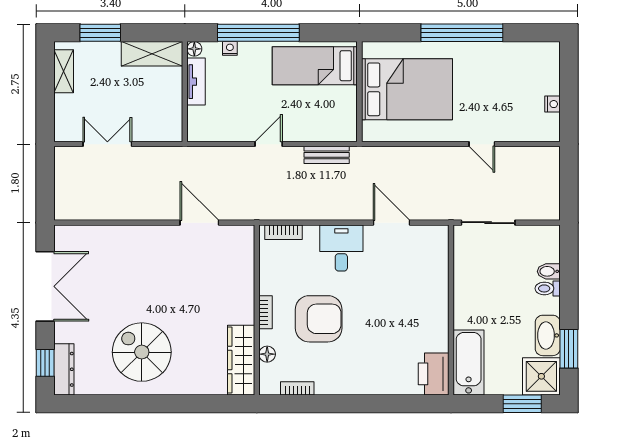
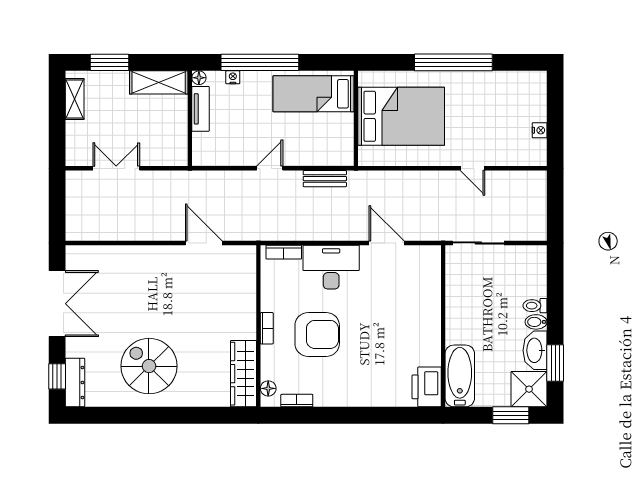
desk: (341, 248) -> (331, 267), width x1.37
bidet: (549, 271) -> (536, 322), moved
floor lamp: (267, 354) -> (268, 388), moved

